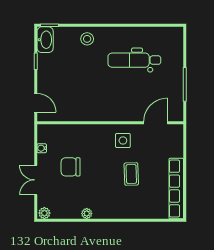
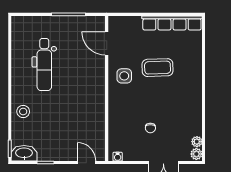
door: (36, 103) -> (87, 163), hinge flipped
water cooler: (42, 148) -> (118, 157), moved
chair: (71, 167) -> (150, 128), width x0.54, depth x0.54
coffee table: (131, 174) -> (158, 68), width x1.36, depth x1.30
plant: (87, 214) -> (197, 142), moved

